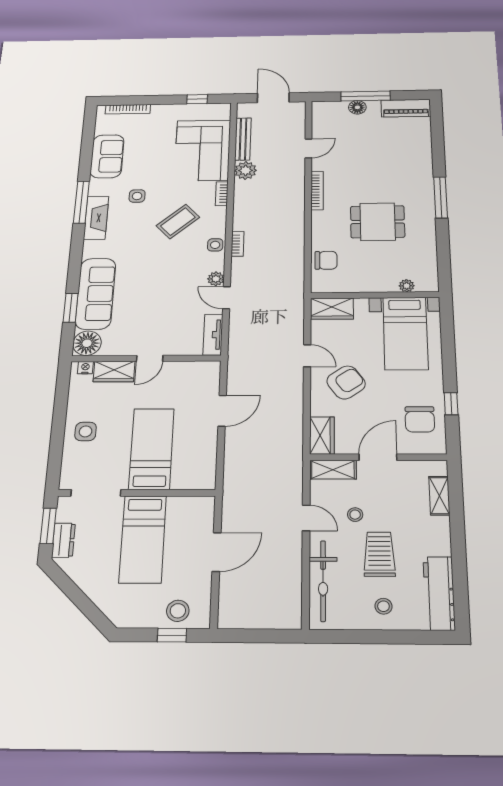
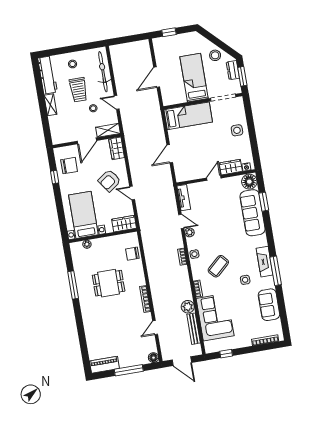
floor lamp: (357, 107) -> (153, 358), moved
window: (441, 197) -> (73, 285), moved
chair: (420, 419) -> (69, 166), turned 90
bed: (152, 449) -> (188, 116), moved, turned -90
shelving: (439, 496) -> (50, 105), moved
stool: (178, 611) -> (215, 55), moved

